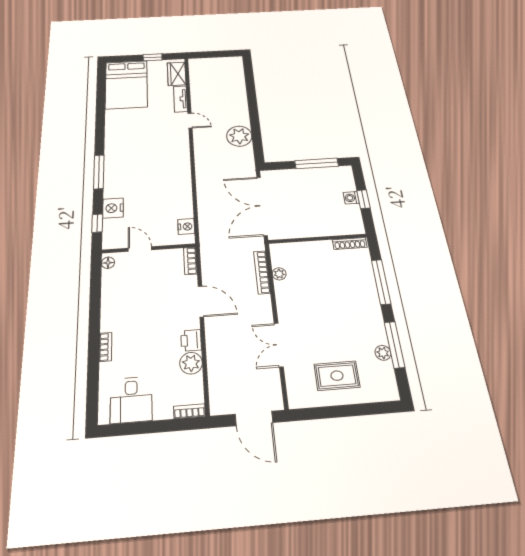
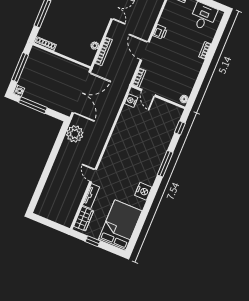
plant: (239, 136) -> (75, 134), moved
washing machine: (351, 198) -> (19, 91), moved
window: (363, 199) -> (20, 67), width x2.17
nightstand: (113, 208) -> (143, 191), moved
door: (140, 249) -> (148, 93), moved
plant: (191, 363) -> (166, 20), removed

